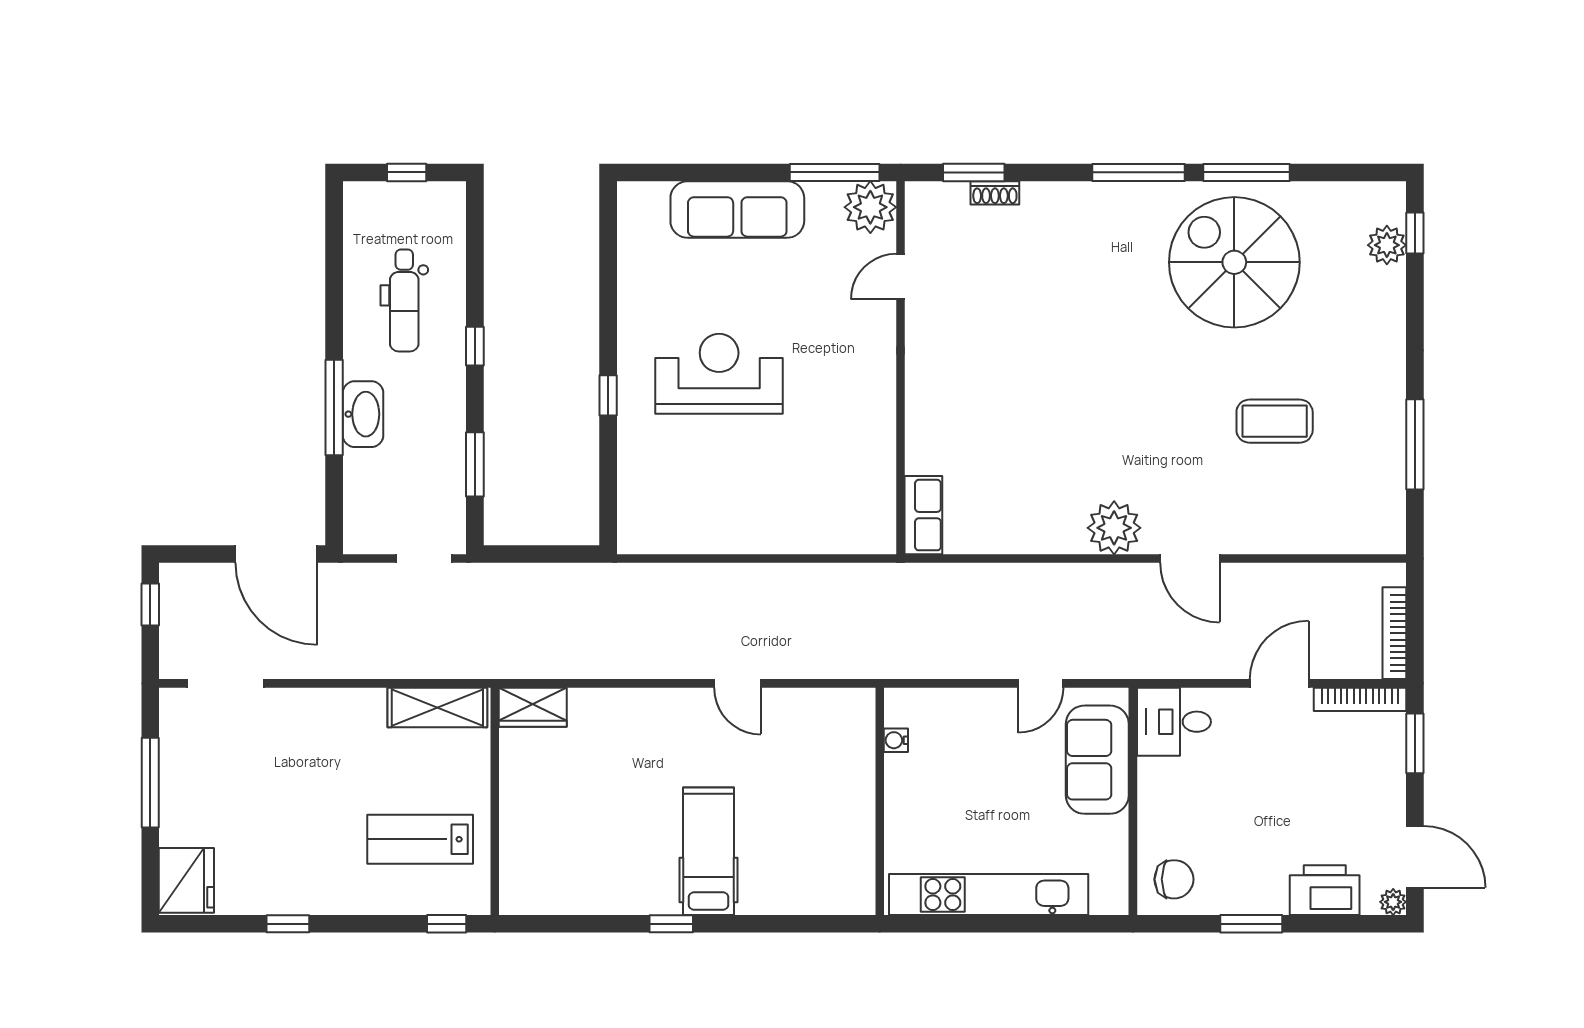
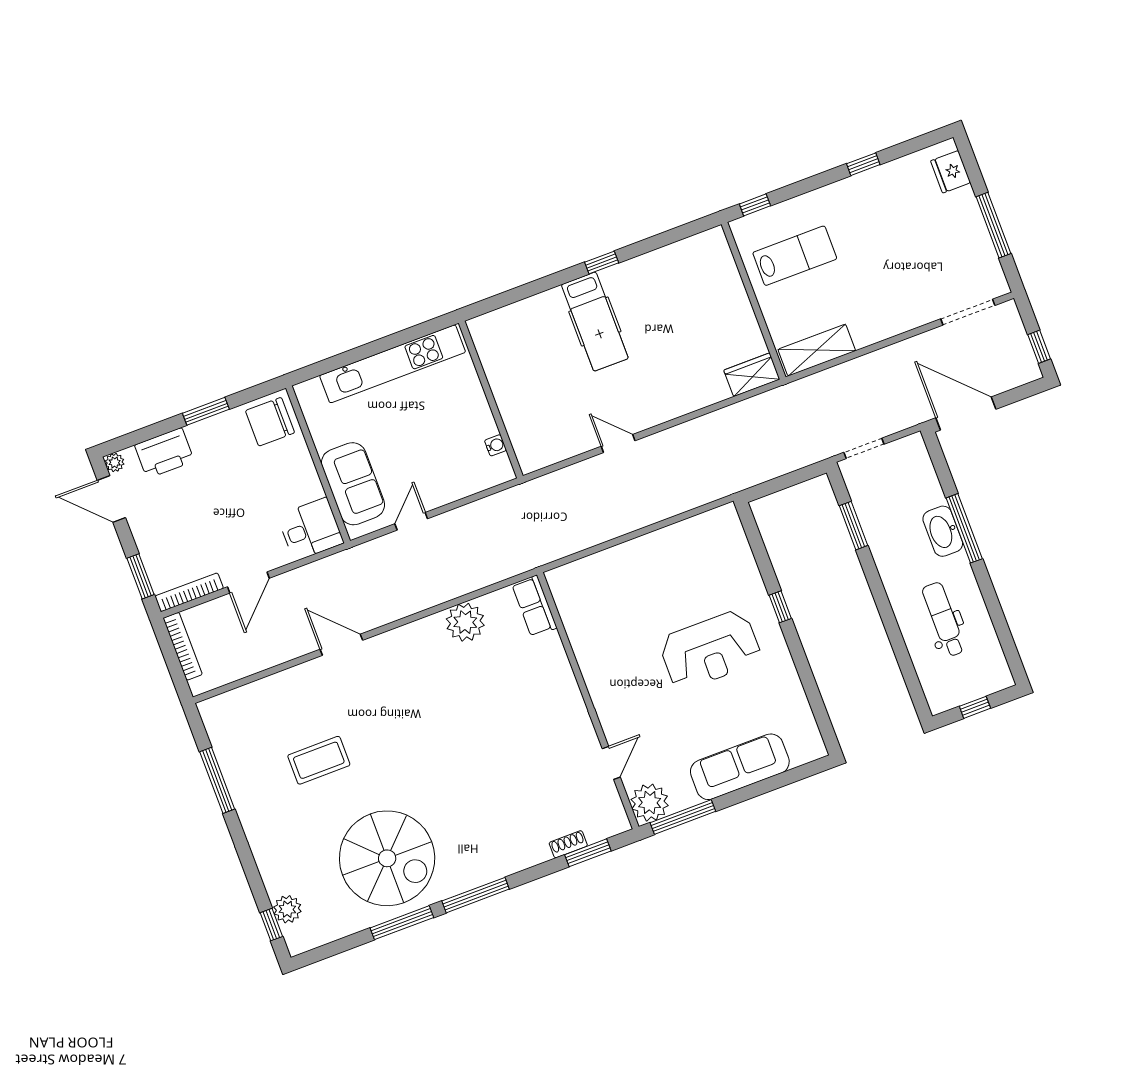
window: (475, 346) -> (884, 606), removed
plant: (1114, 528) -> (465, 622), moved
chair: (1174, 879) -> (270, 422), width x1.37, depth x1.37
fridge: (186, 880) -> (951, 172), width x0.73, depth x0.75

